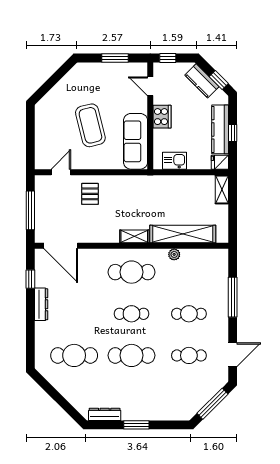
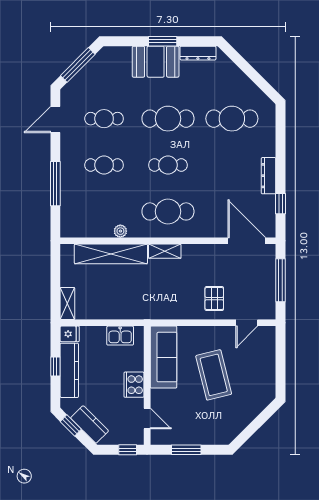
booth: (143, 407) -> (156, 62), added

